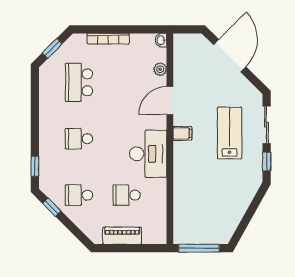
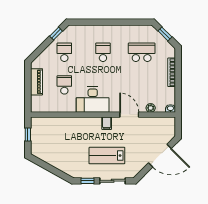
lab bench: (230, 133) -> (107, 156), turned 180
window: (35, 166) -> (84, 22), removed
window: (199, 248) -> (28, 135), width x0.46

